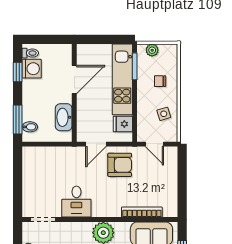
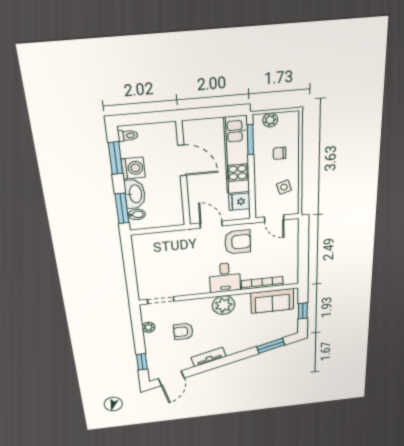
washing machine: (32, 69) -> (133, 168), moved
window: (18, 72) -> (115, 158), width x1.50
door: (74, 80) -> (182, 160), hinge flipped
washbasin: (64, 117) -> (135, 194), moved, turned 180
door: (96, 144) -> (211, 225), swing flipped
desk: (76, 202) -> (225, 277), moved

